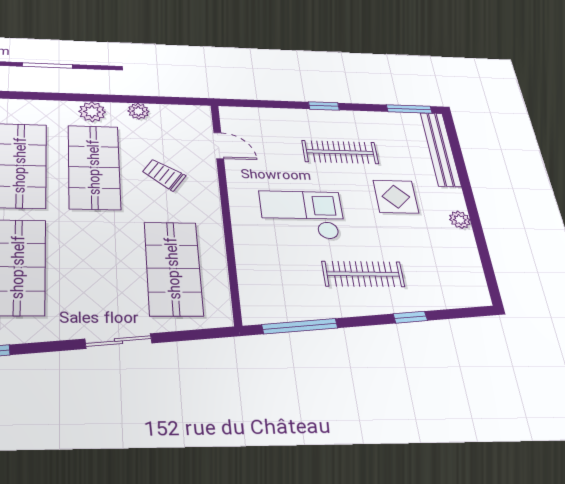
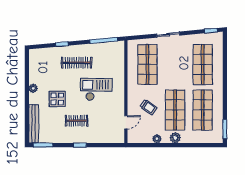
door: (219, 146) -> (126, 122), swing flipped
clothes rail: (340, 152) -> (77, 121), width x0.73
checkout: (302, 215) -> (96, 89), turned 180

